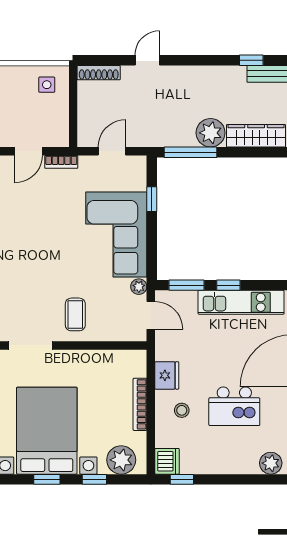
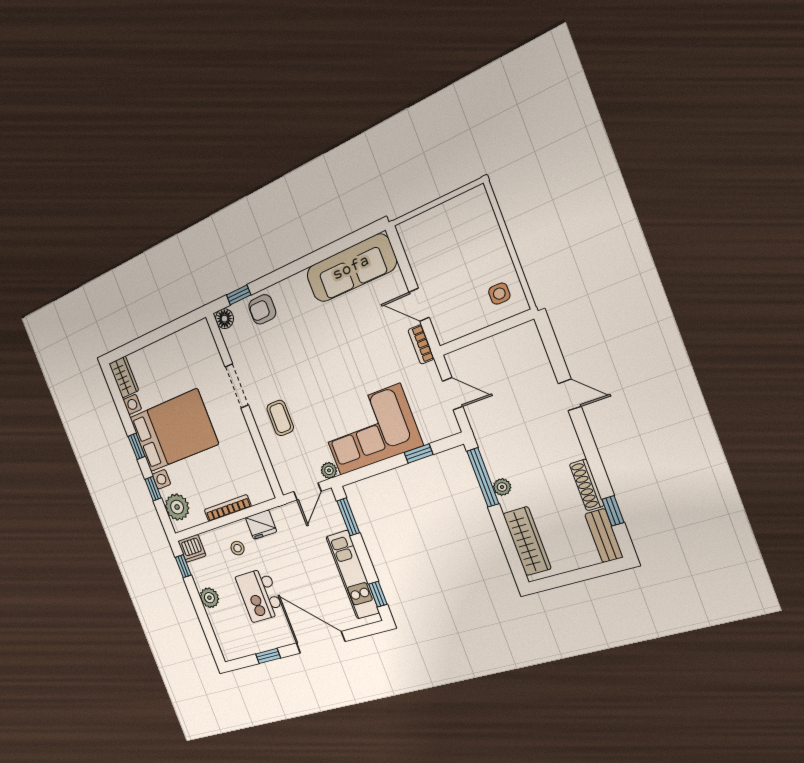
shoe rack: (99, 73) -> (587, 485), moved
plant: (211, 133) -> (502, 487), width x0.53, depth x0.53
window: (228, 285) -> (378, 594), moved
coffee table: (75, 314) -> (280, 418), turned 90
plant: (271, 463) -> (209, 598), moved

